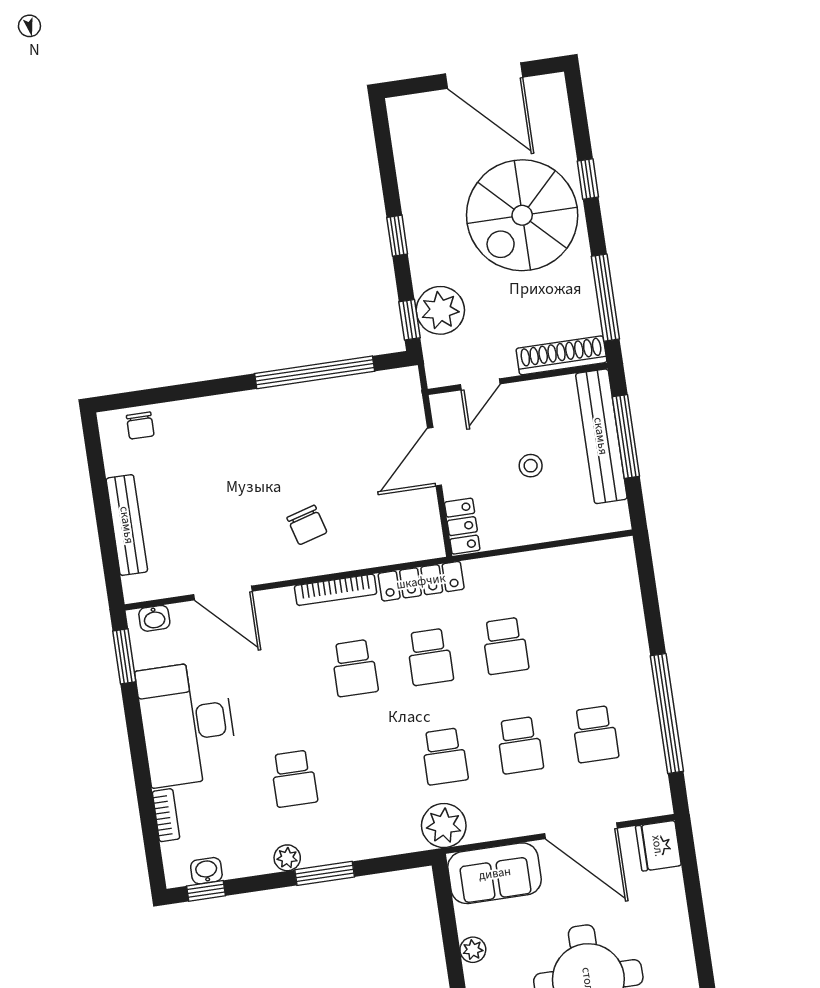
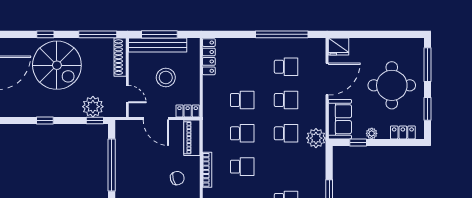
window: (397, 236) -> (45, 121), moved
stool: (531, 466) -> (166, 78), width x1.89, depth x1.89
piano: (403, 545) -> (192, 138), added
locker: (421, 581) -> (209, 57), moved
window: (448, 922) -> (358, 142), added

